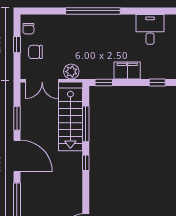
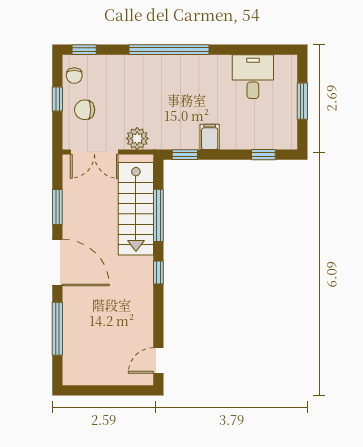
window: (35, 11) -> (84, 50), added
filing cabinet: (127, 70) -> (210, 137), width x0.50

